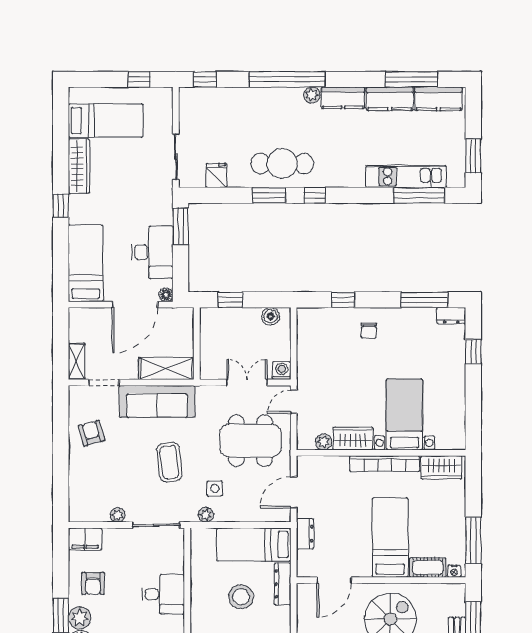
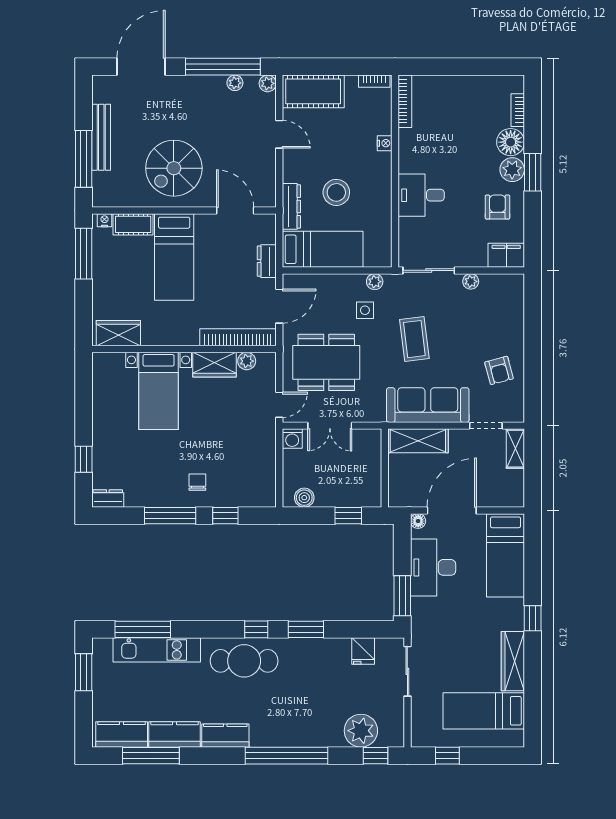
plant: (312, 95) -> (361, 731), moved, width x1.88, depth x1.88
cafe table: (282, 164) -> (244, 661), moved
window: (424, 300) -> (170, 516), moved
bookcase: (385, 464) -> (238, 337), moved
door: (334, 580) -> (235, 210), hinge flipped

